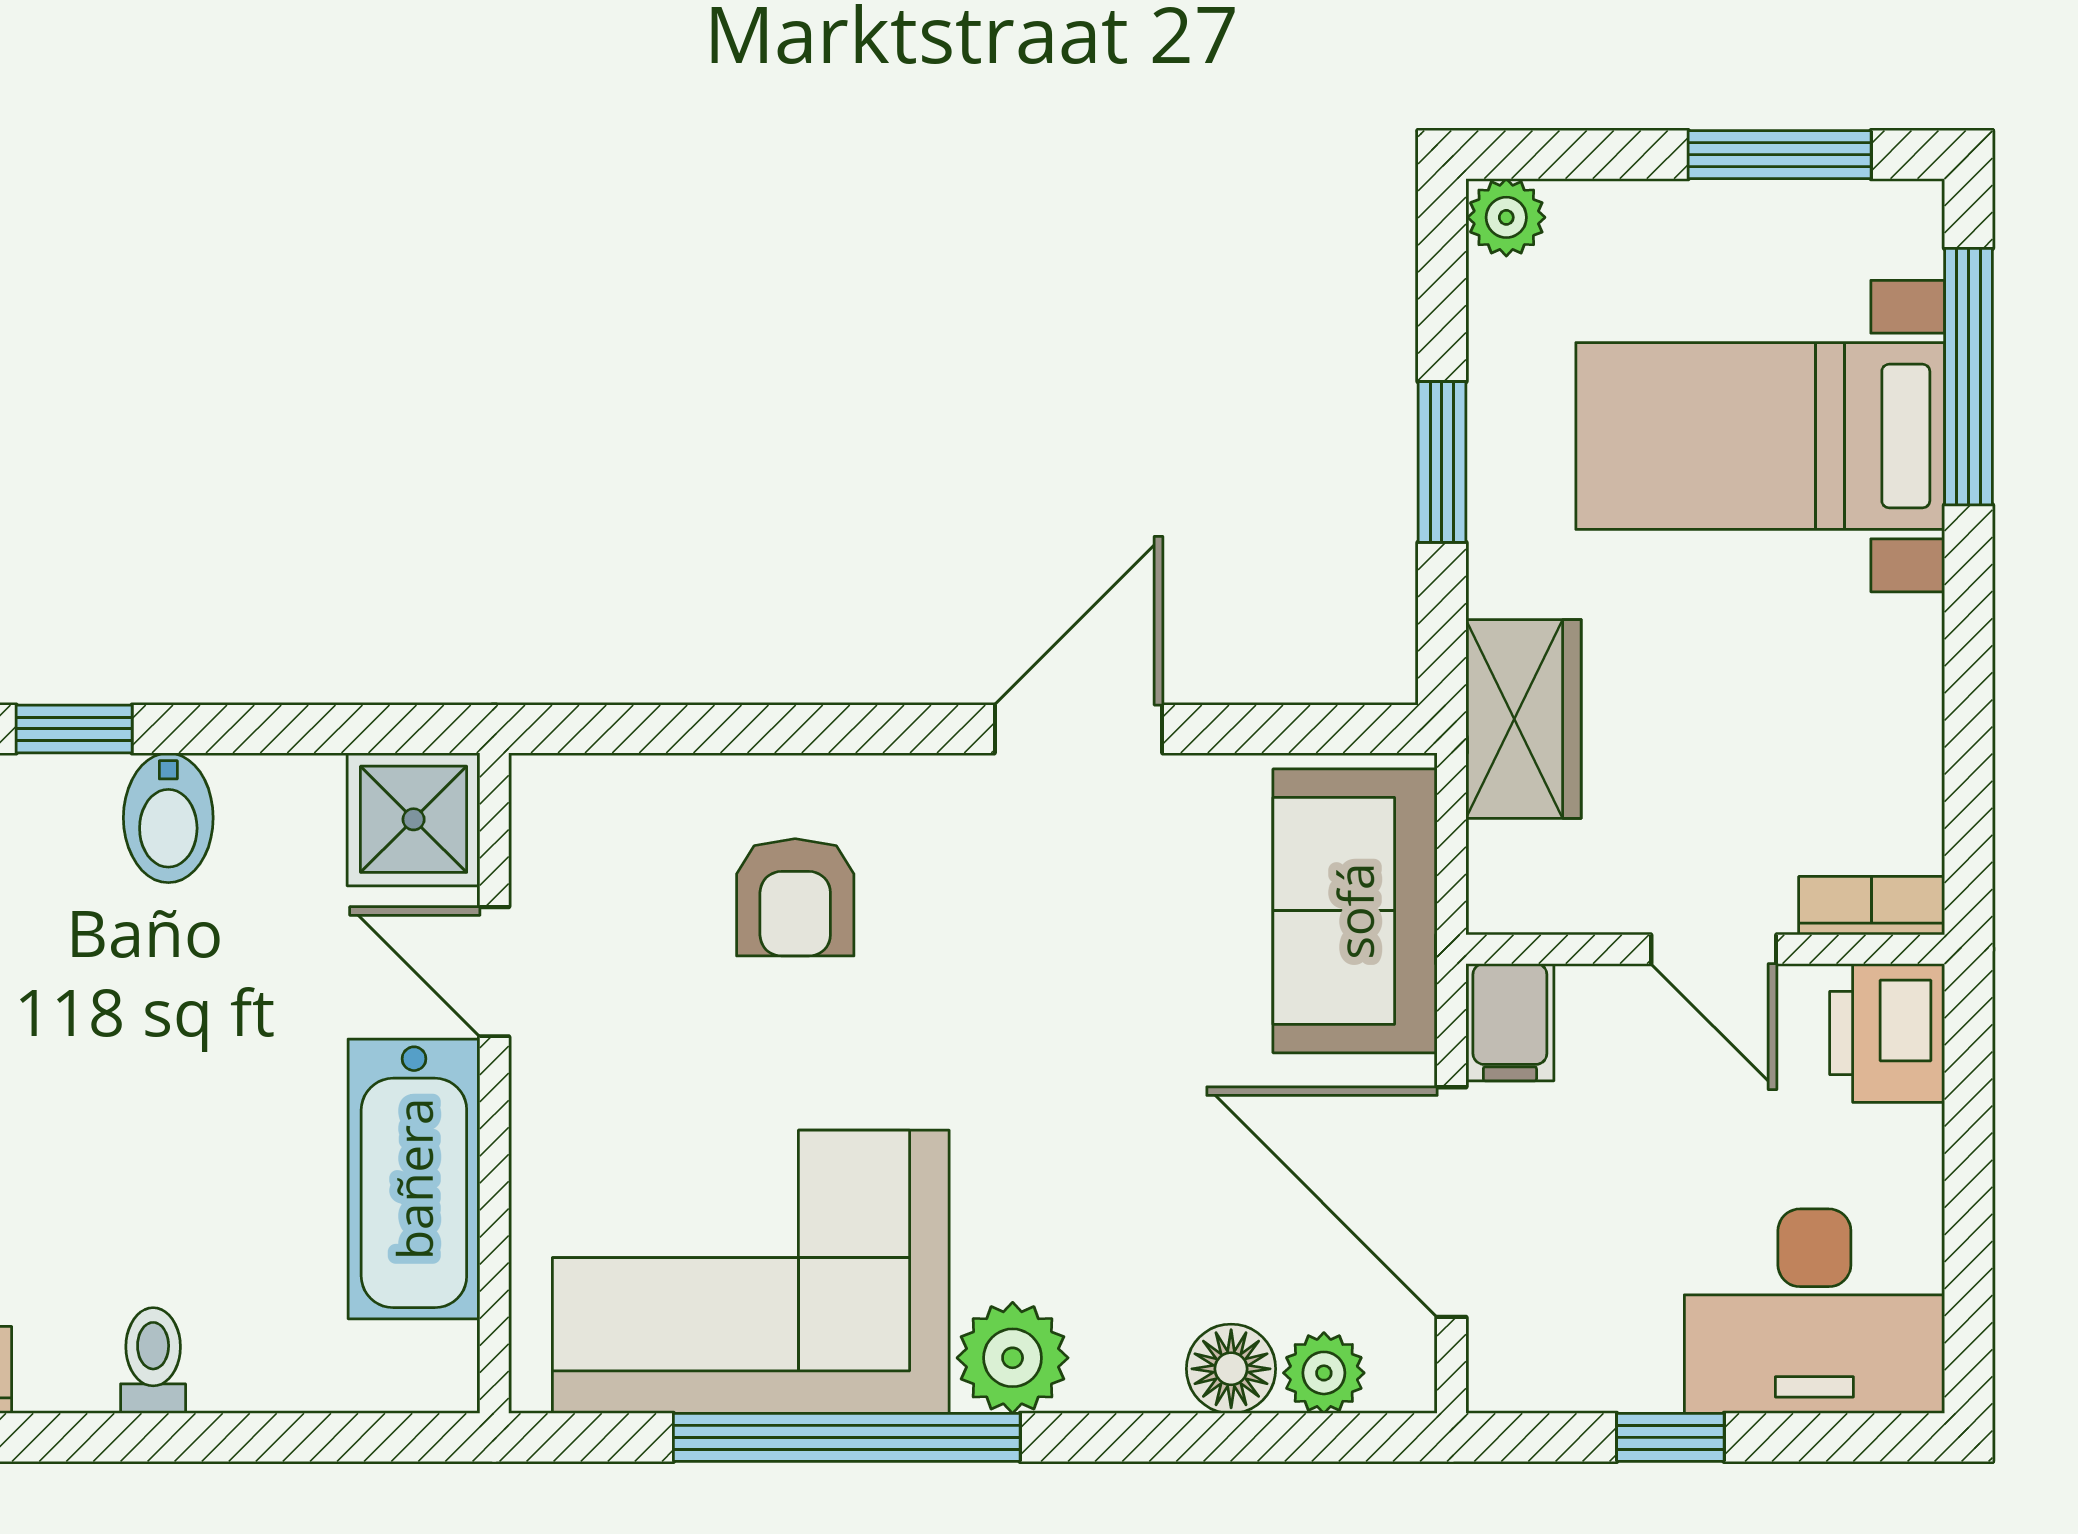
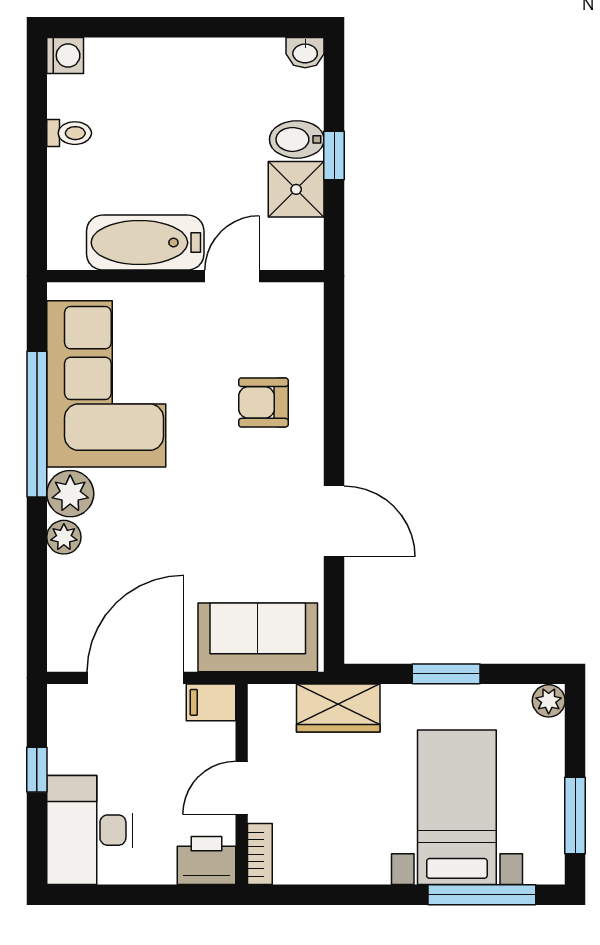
window: (74, 729) -> (334, 156), moved
shower: (414, 819) -> (296, 189), moved
floor lamp: (1231, 1369) -> (66, 585), removed
plant: (1324, 1373) -> (64, 537), moved

